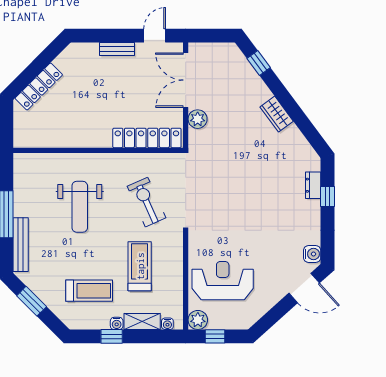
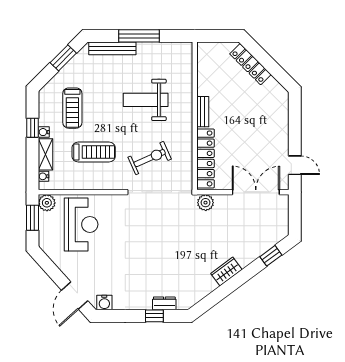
bench: (117, 49) -> (203, 112), moved
plant: (198, 119) -> (206, 203), moved
window: (215, 336) -> (33, 218), width x1.50

